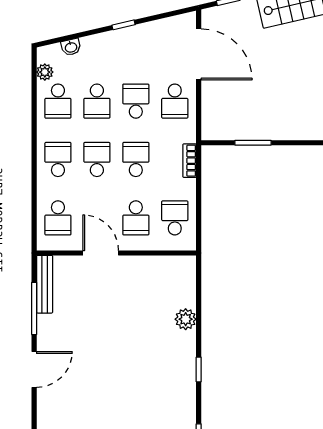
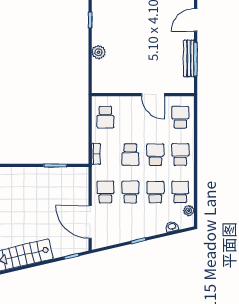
school desk: (136, 101) -> (130, 192), turned 180
school desk: (58, 159) -> (180, 155), turned 180
school desk: (97, 159) -> (155, 155), turned 180
school desk: (136, 218) -> (130, 117), removed
bench: (45, 284) -> (189, 58), moved

